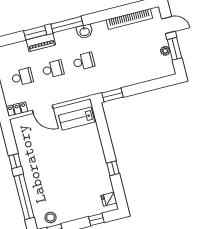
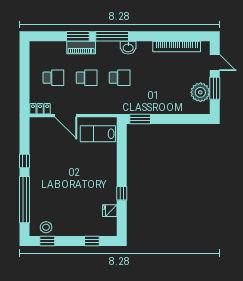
plant: (165, 51) -> (200, 92), width x1.88, depth x1.88
fridge: (109, 199) -> (110, 211), moved

